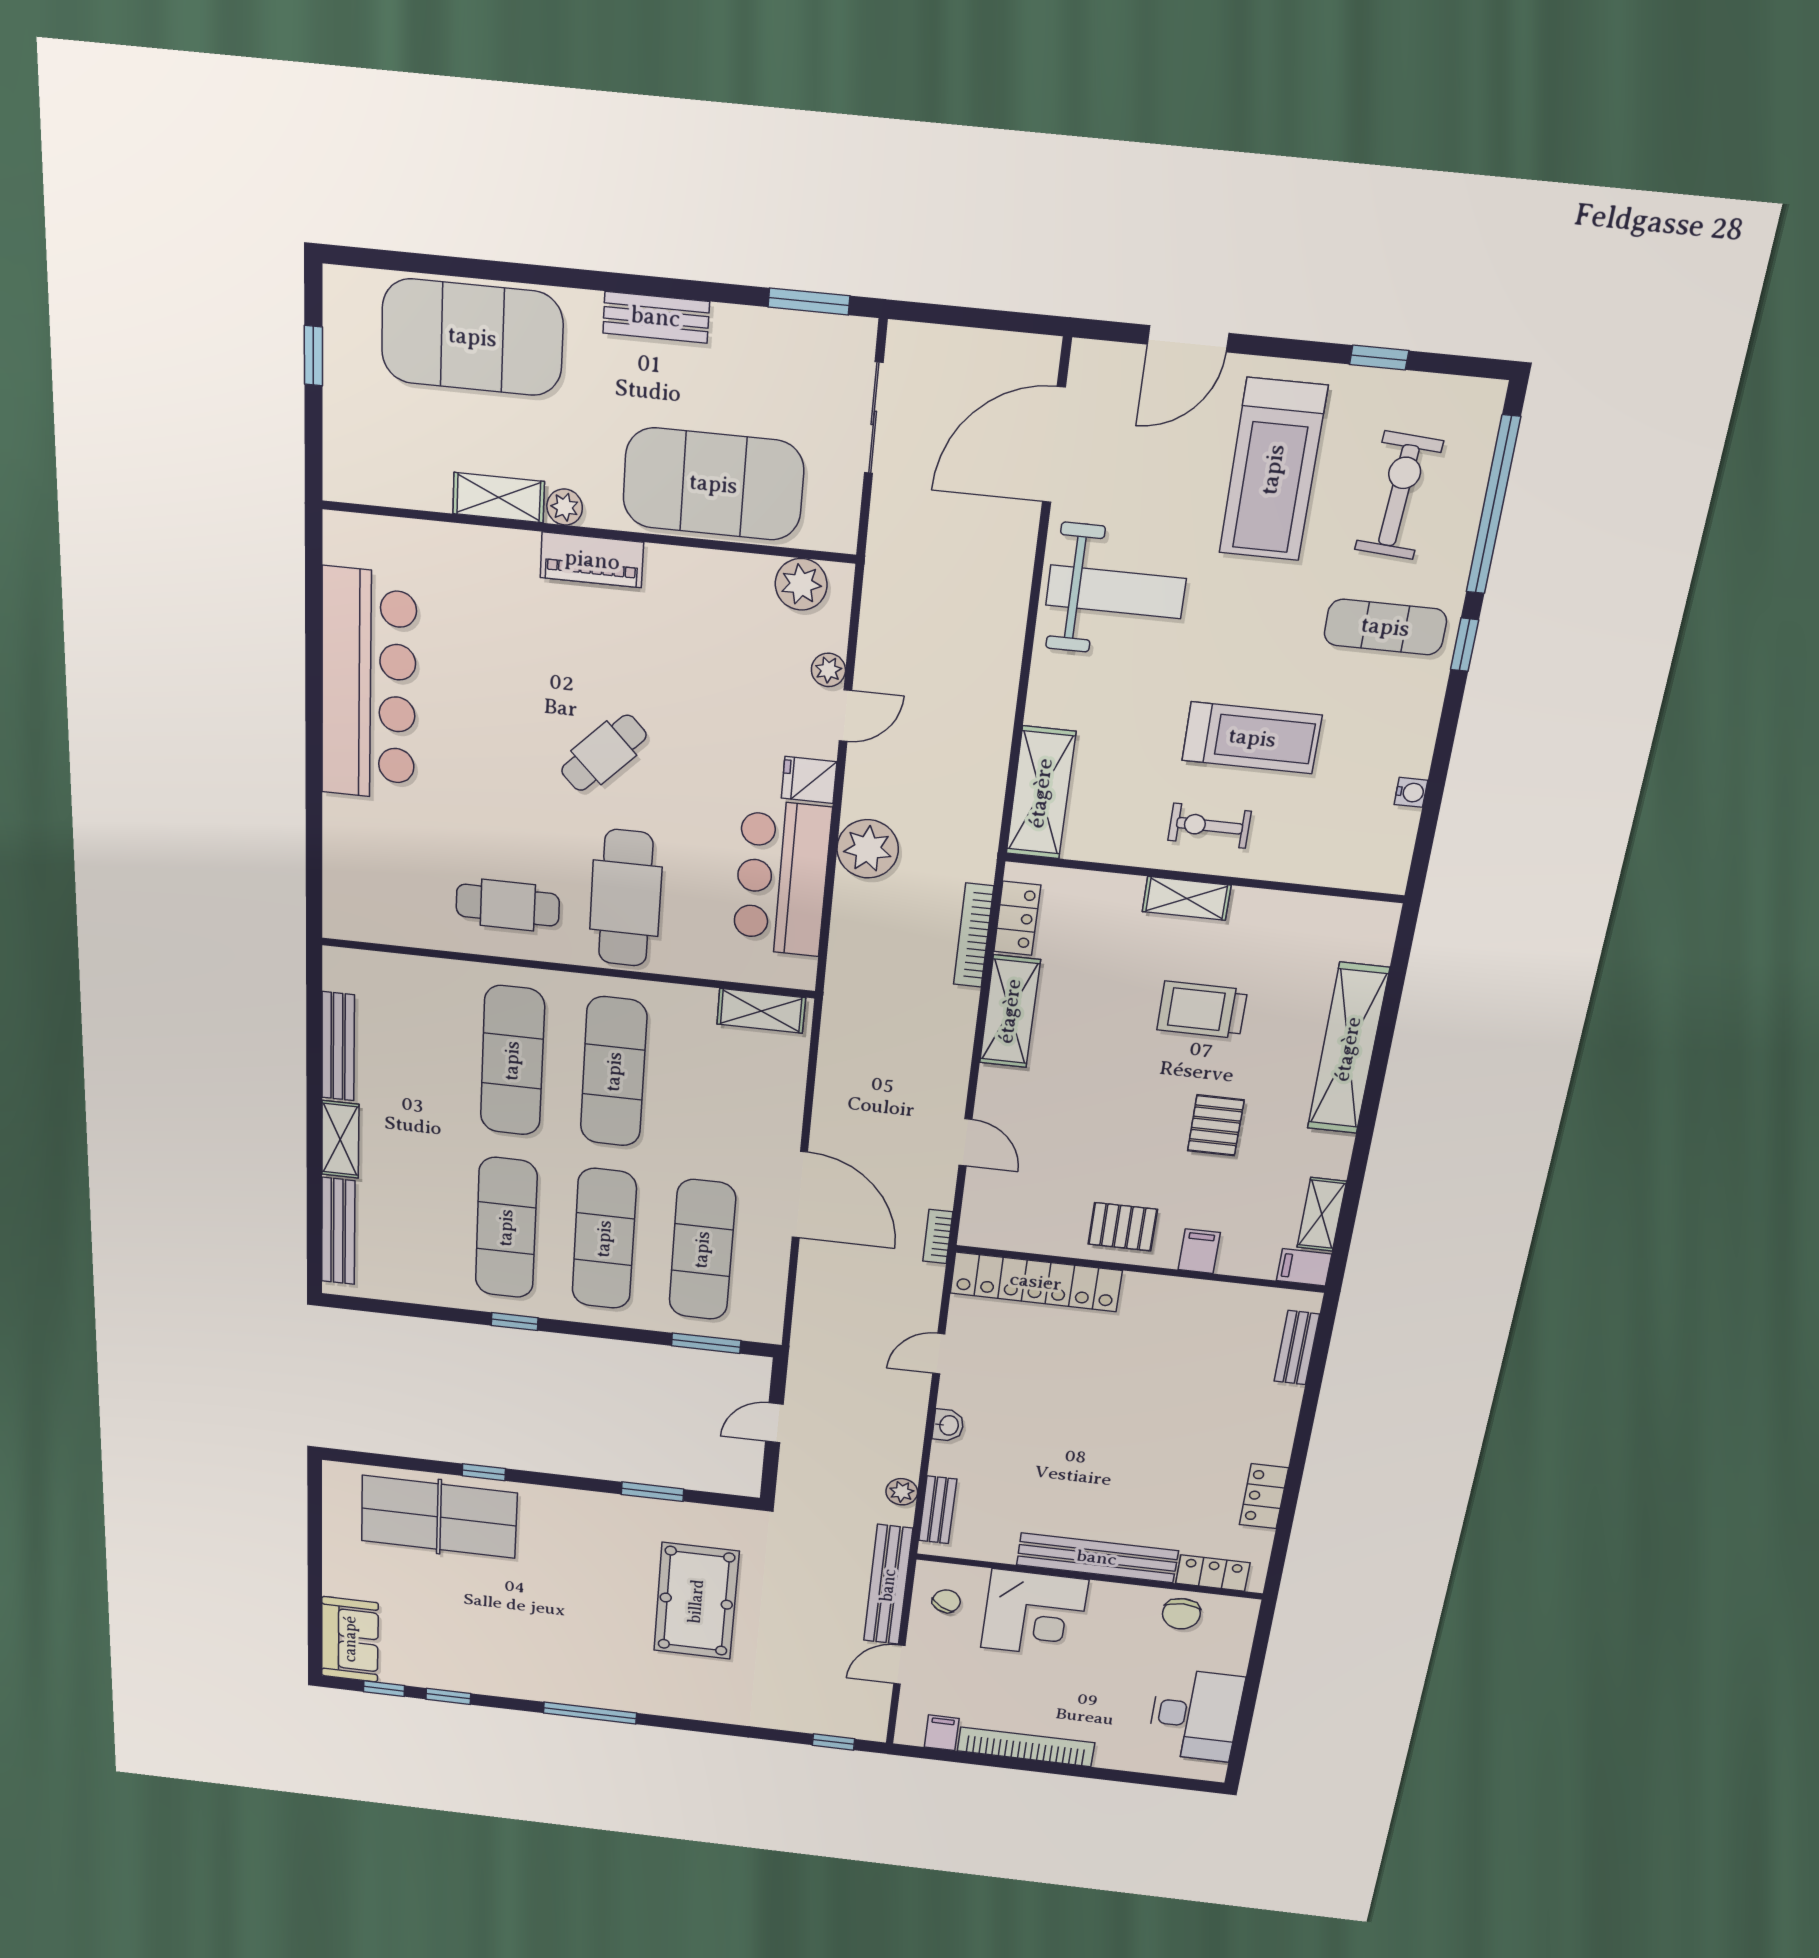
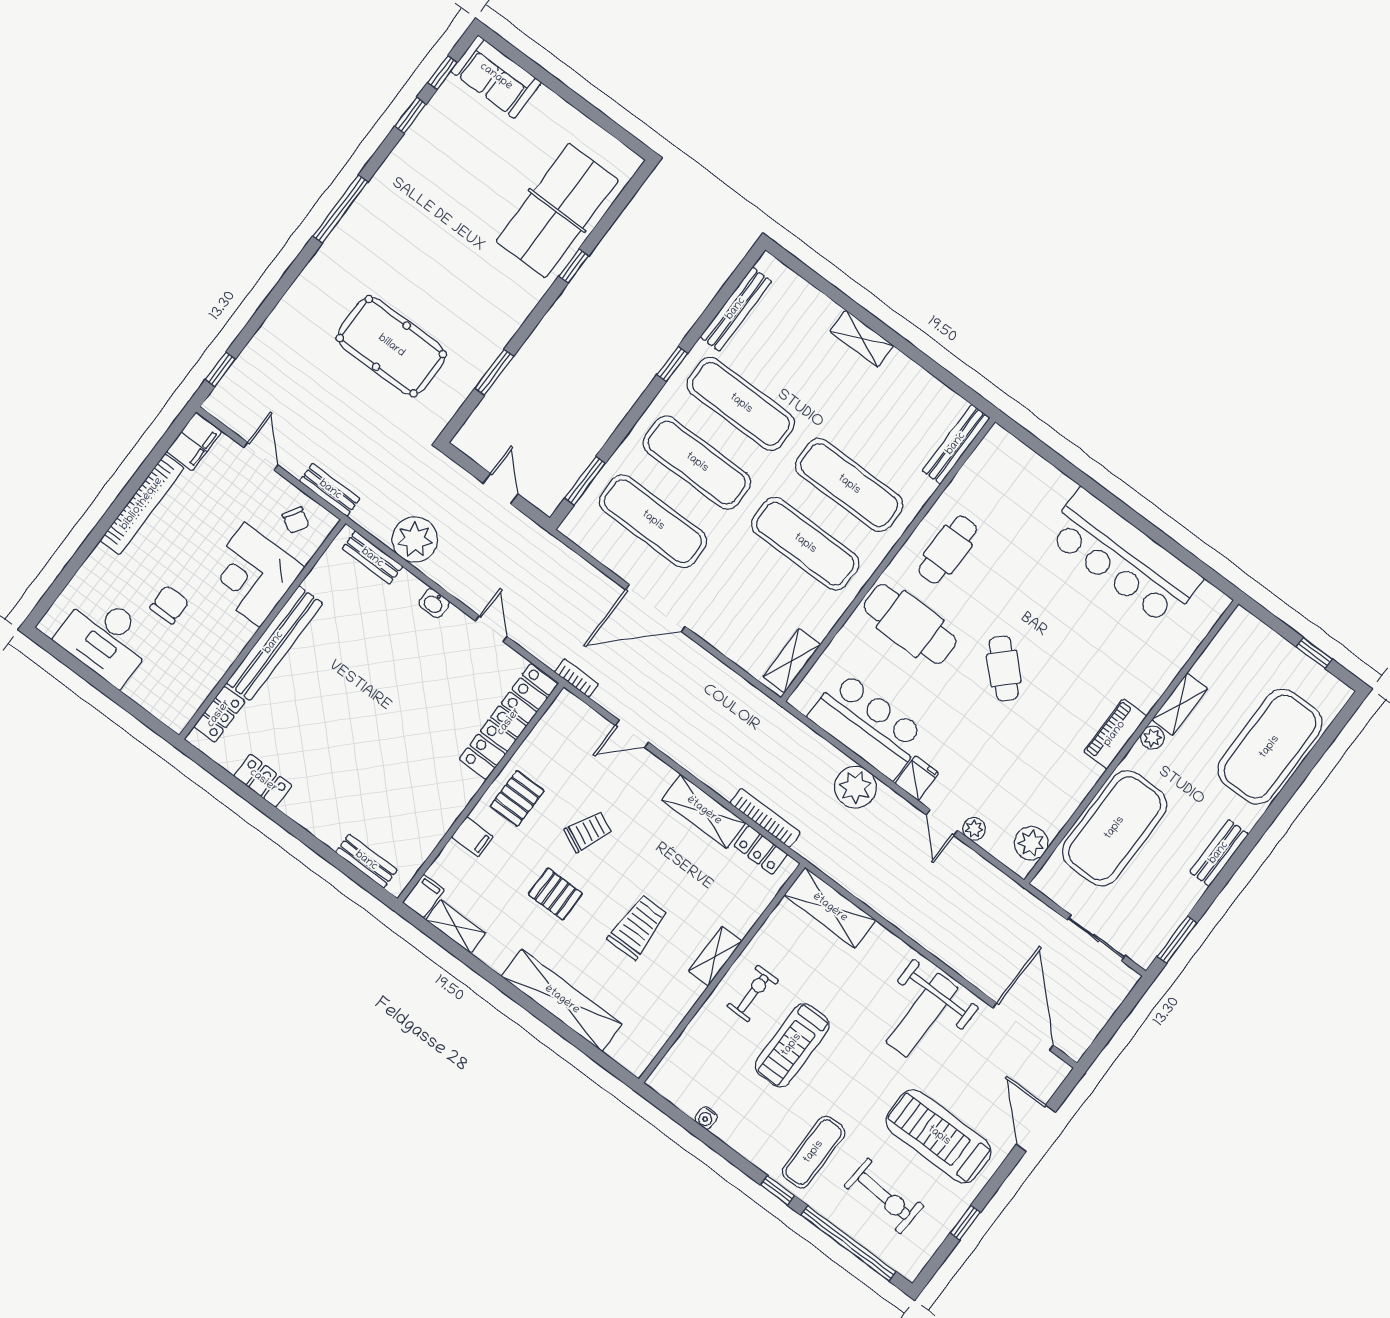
bench: (338, 1046) -> (956, 444), moved, turned 90
trolley: (1116, 1129) -> (588, 832), added
bench: (338, 1231) -> (736, 309), moved, turned 90
plant: (902, 1492) -> (415, 540), width x1.87, depth x1.87
bench: (888, 1585) -> (330, 490), width x0.54, depth x0.82
chair: (1181, 1614) -> (169, 605), moved, turned 90
filing cabinet: (942, 1733) -> (194, 442), width x2.00

